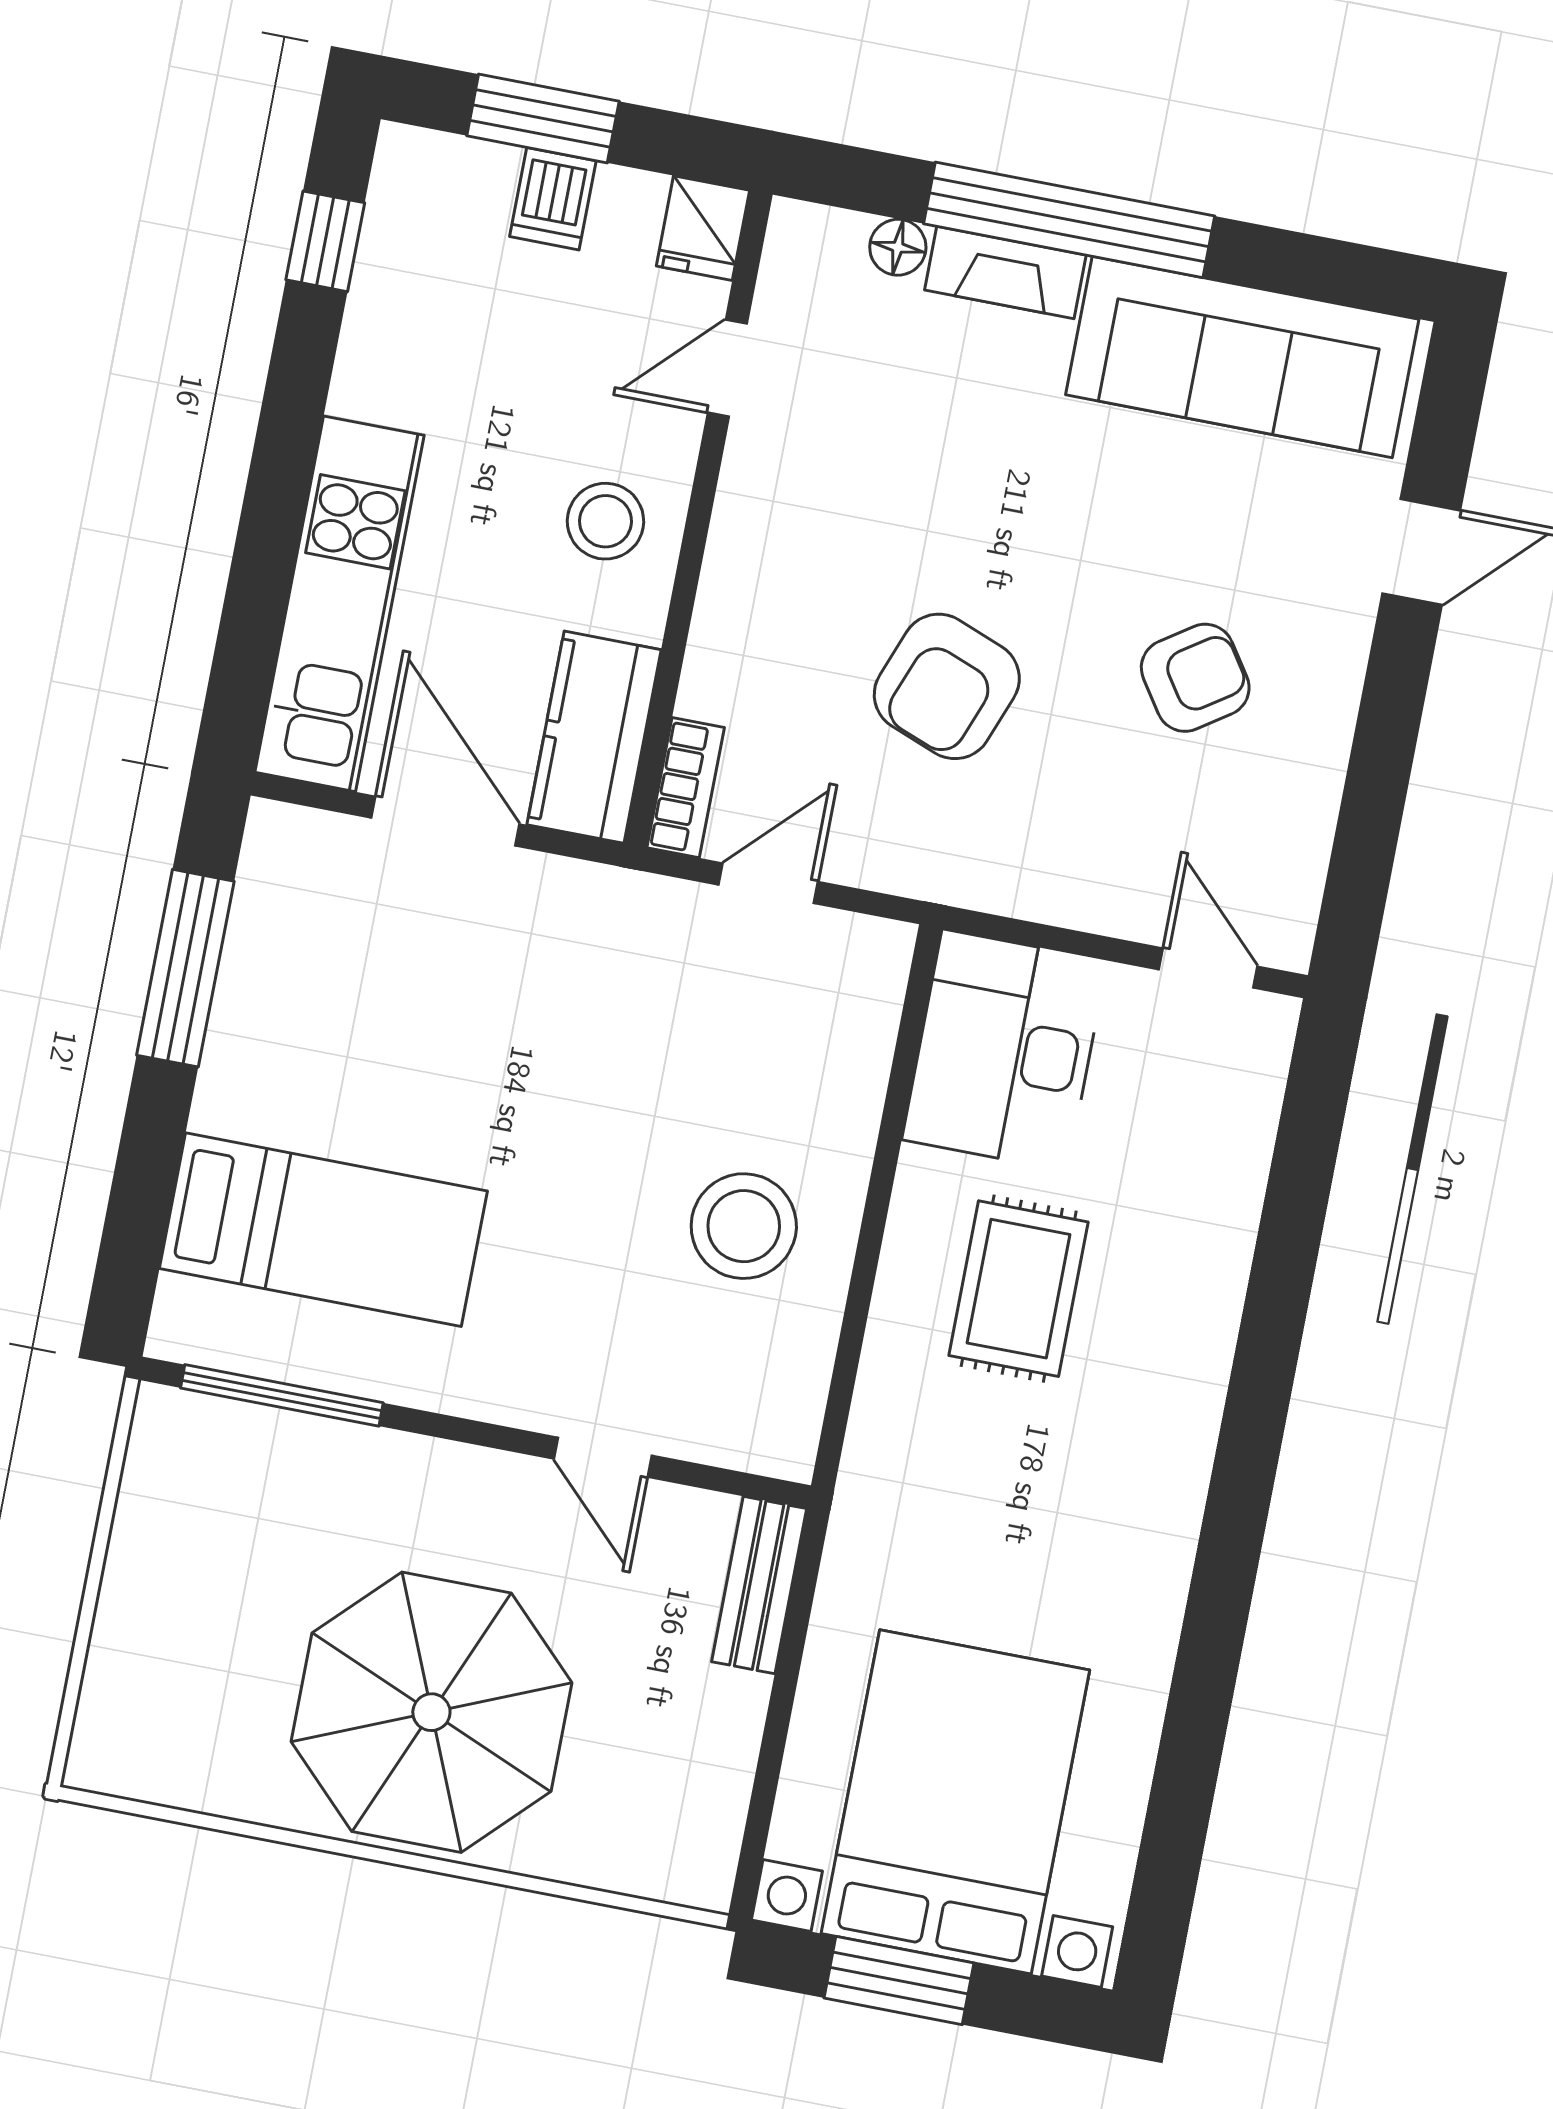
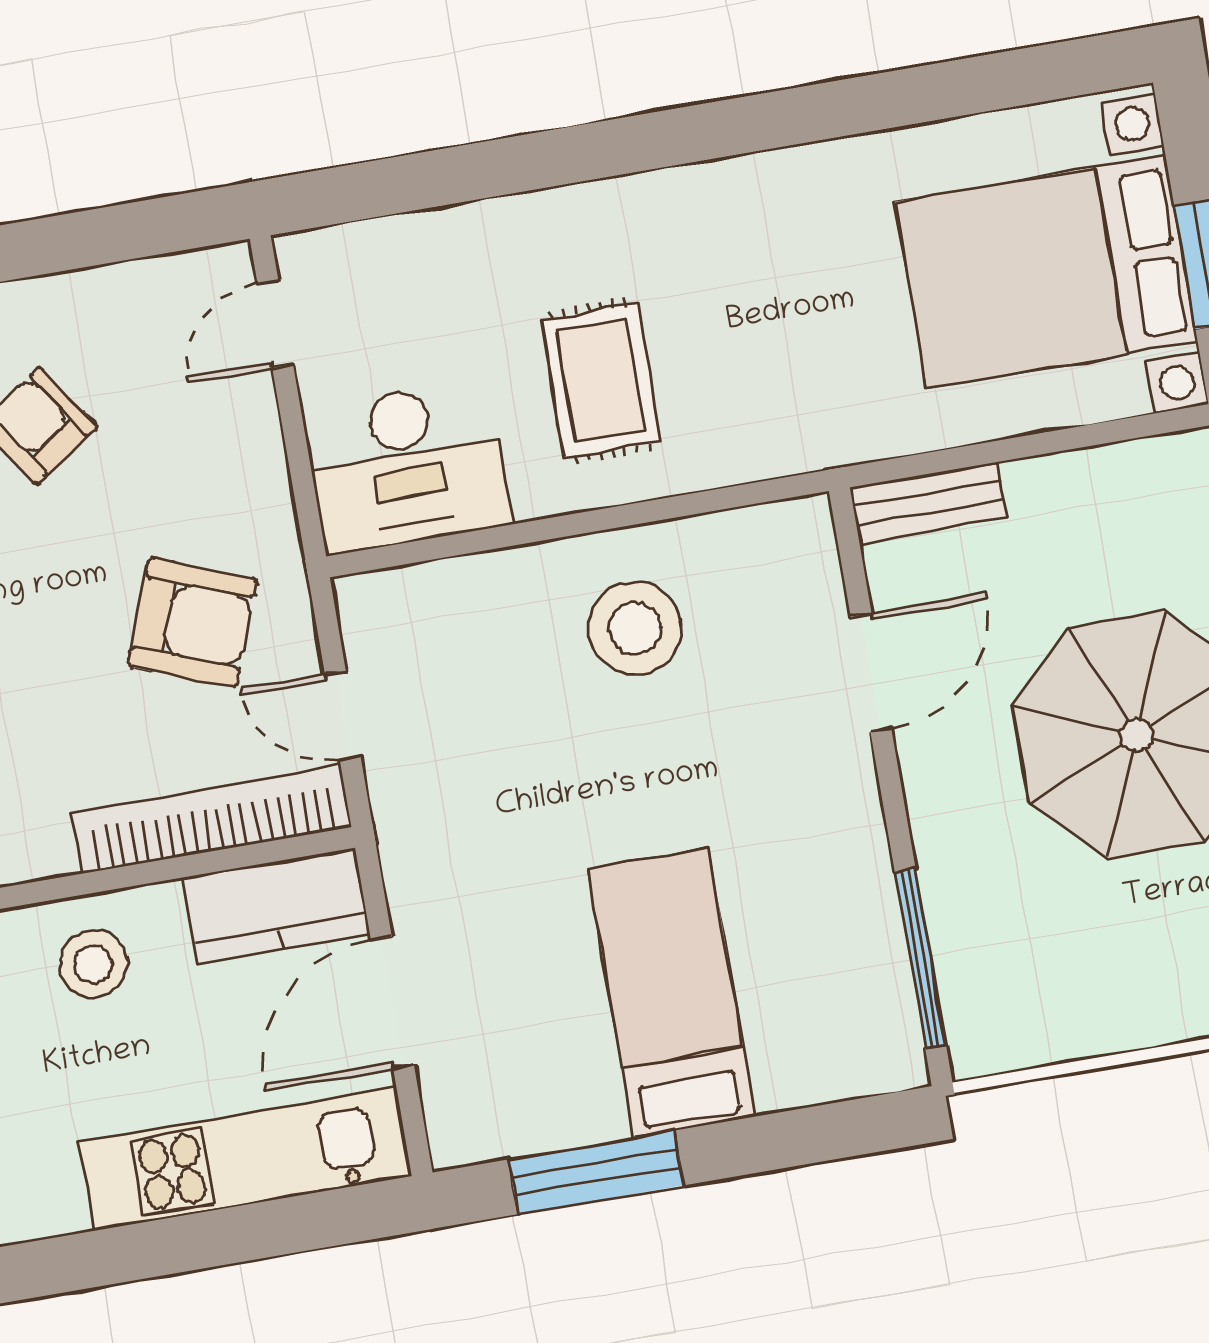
armchair: (947, 686) -> (193, 622), moved
bookcase: (686, 788) -> (212, 820), width x2.31, depth x1.31
bed: (323, 1230) -> (671, 993), moved
rug: (1019, 1289) -> (601, 381), turned 90
door: (603, 1457) -> (871, 673), width x1.38

